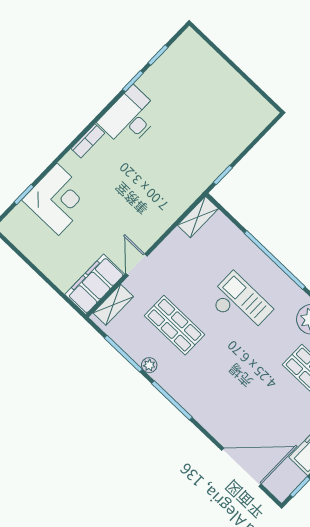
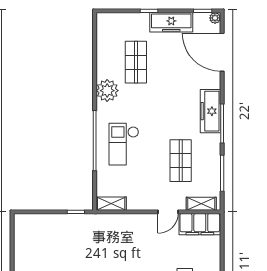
checkout: (240, 304) -> (124, 144), moved
plant: (149, 365) -> (215, 18), moved
freezer: (195, 401) -> (210, 111), added

